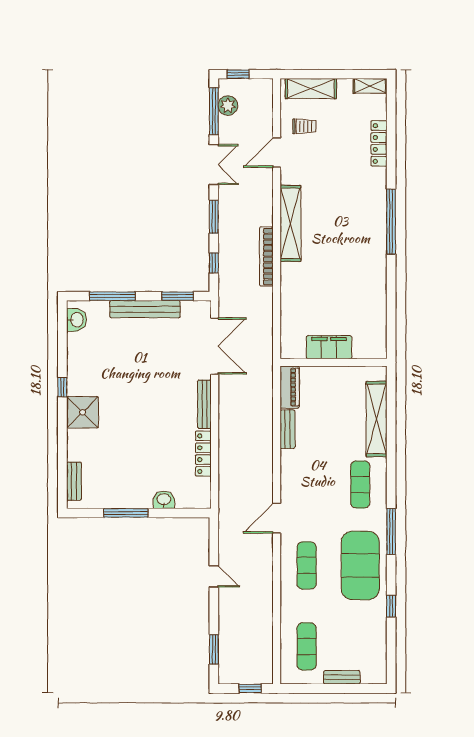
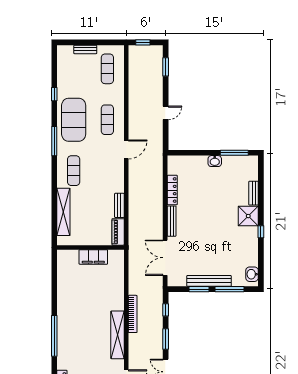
window: (178, 296) -> (199, 289), moved
bench: (74, 481) -> (254, 193), moved
washbasin: (164, 500) -> (215, 161), moved
window: (126, 513) -> (234, 153), moved
door: (214, 576) -> (166, 113), swing flipped

